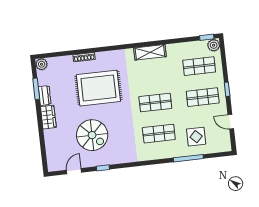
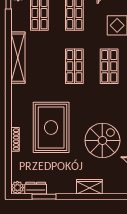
shelving: (150, 52) -> (18, 58), width x1.47
dresser: (45, 96) -> (36, 188), moved
wardrobe: (48, 117) -> (89, 187), moved

